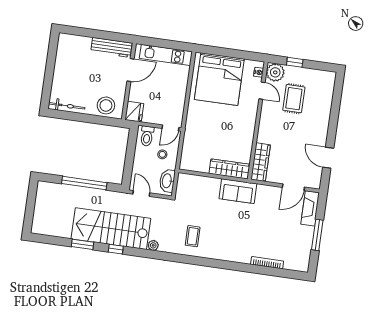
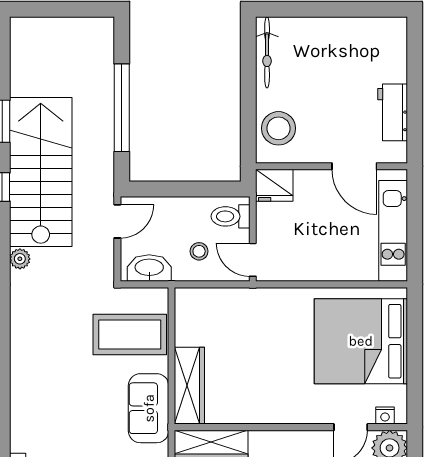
workbench: (111, 47) -> (393, 112), width x0.73
coffee table: (193, 236) -> (130, 335), moved, width x1.86, depth x1.72

